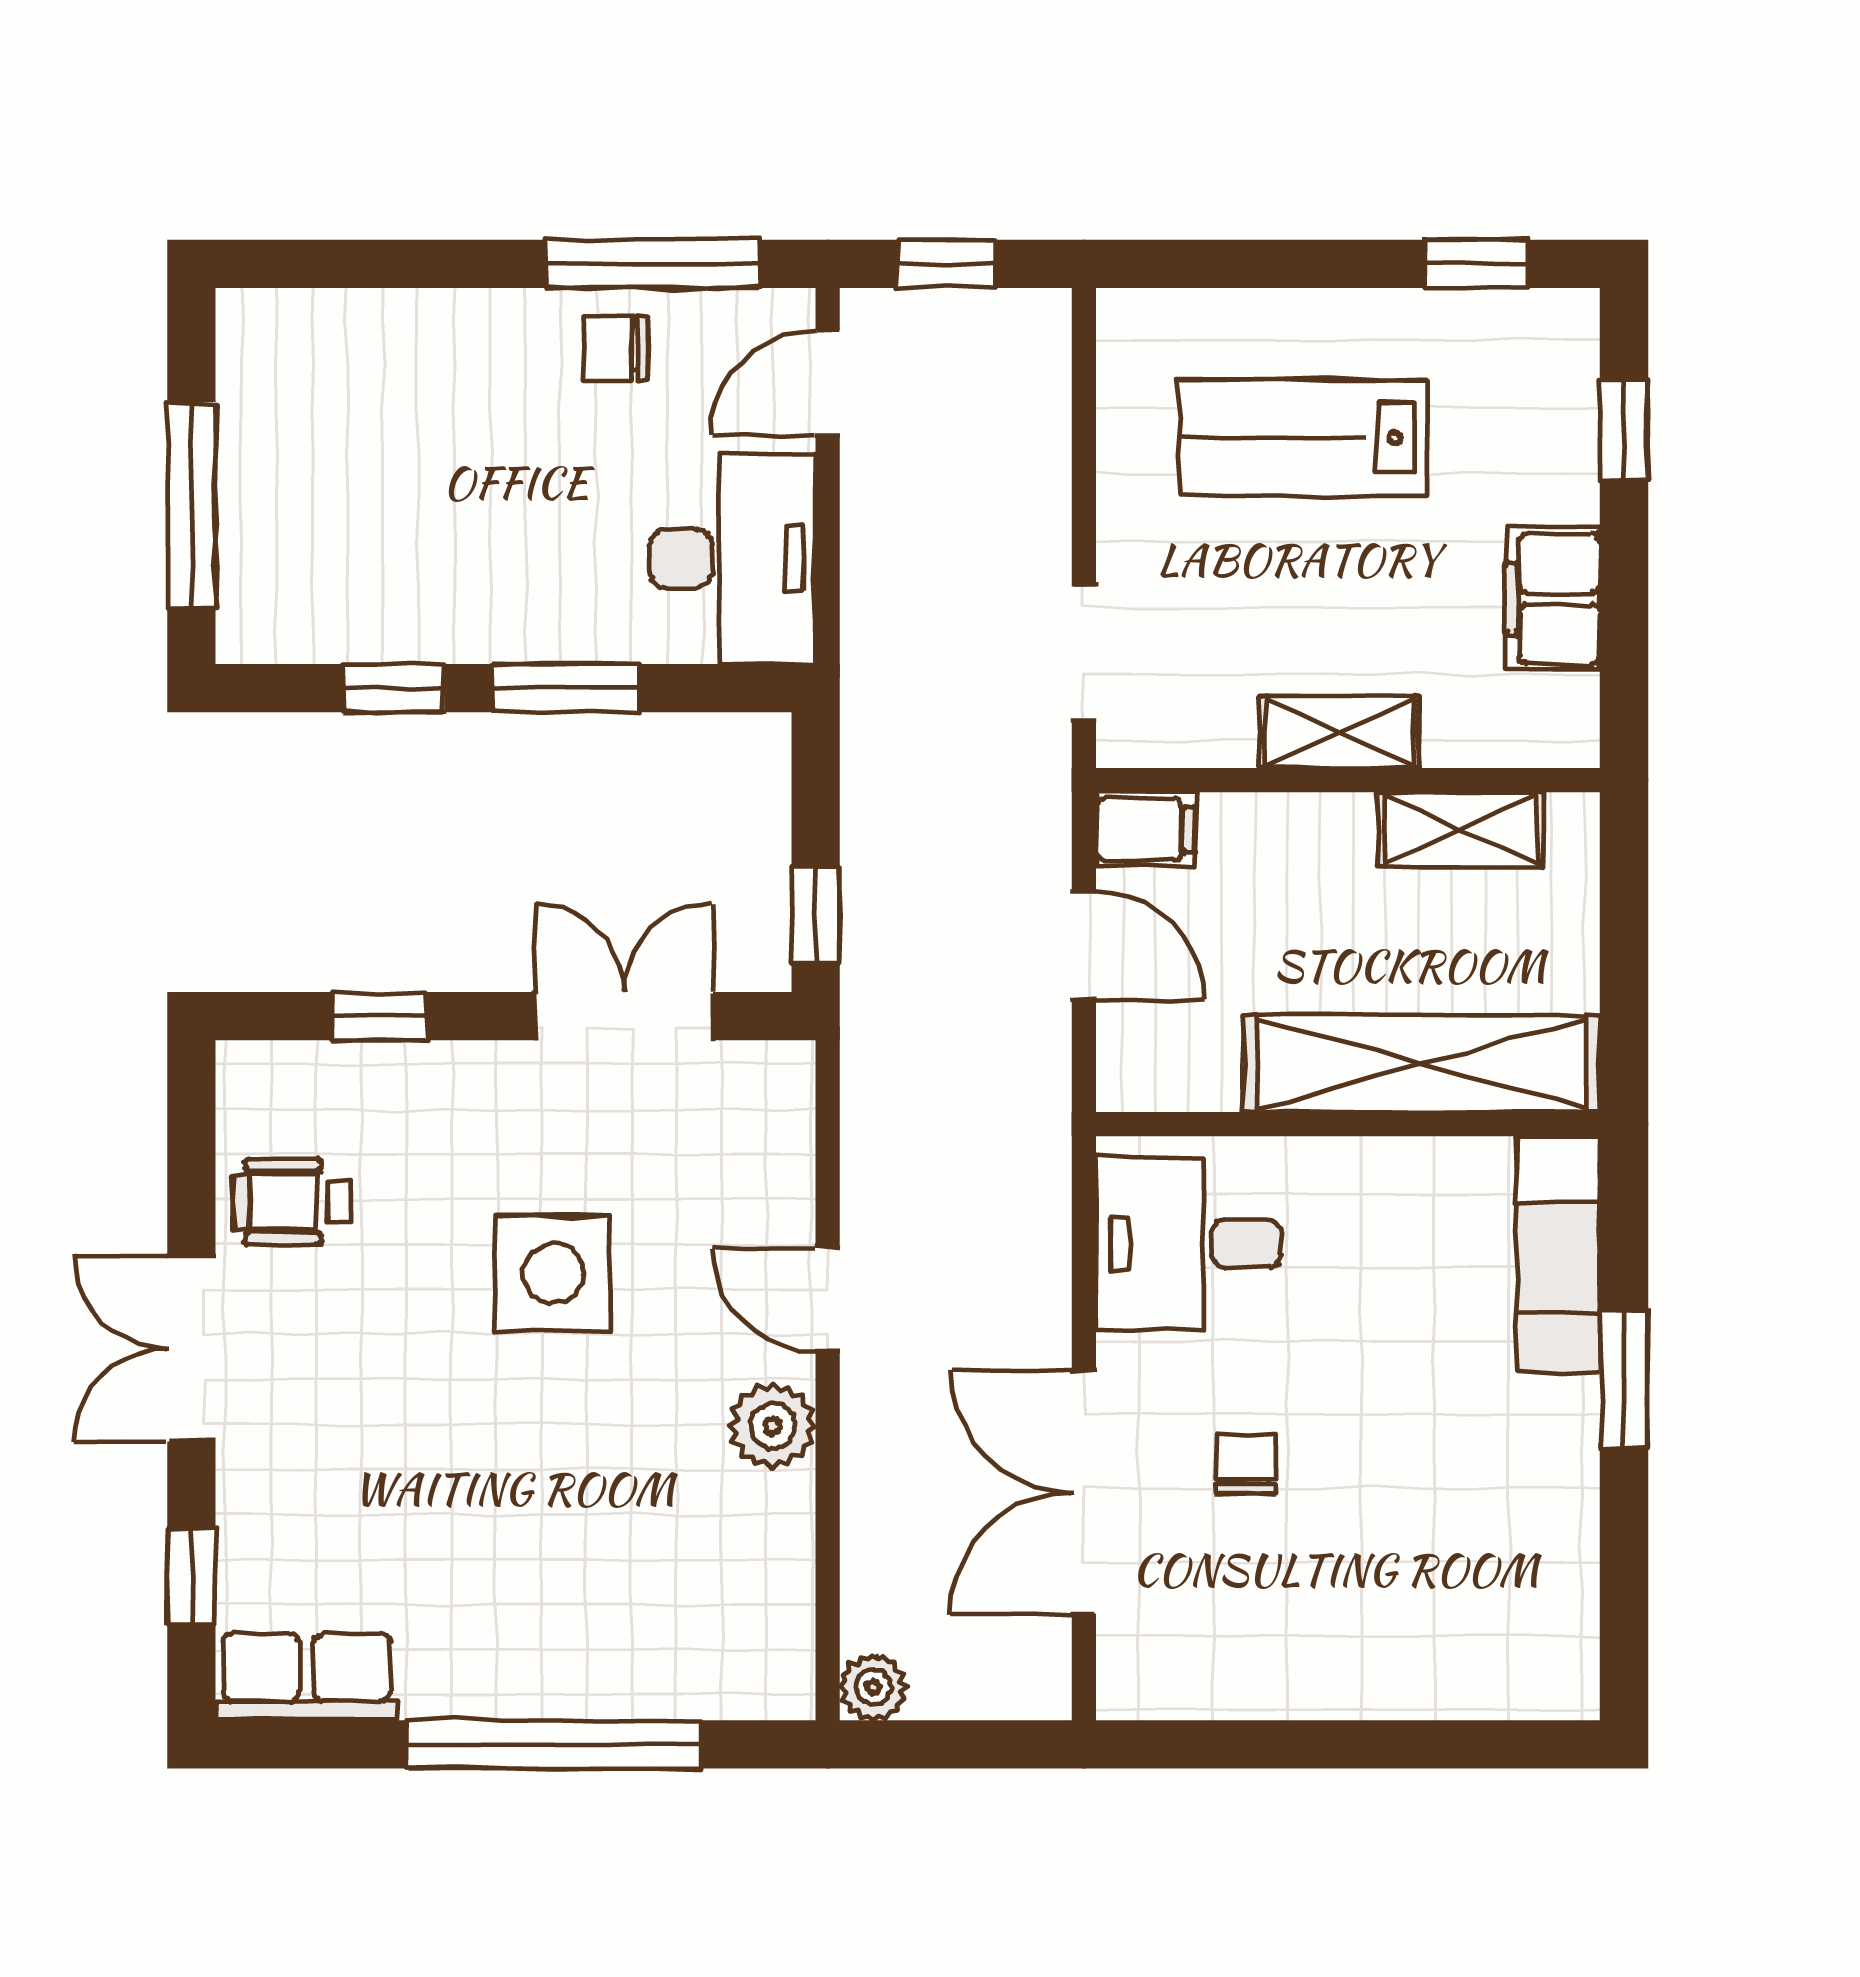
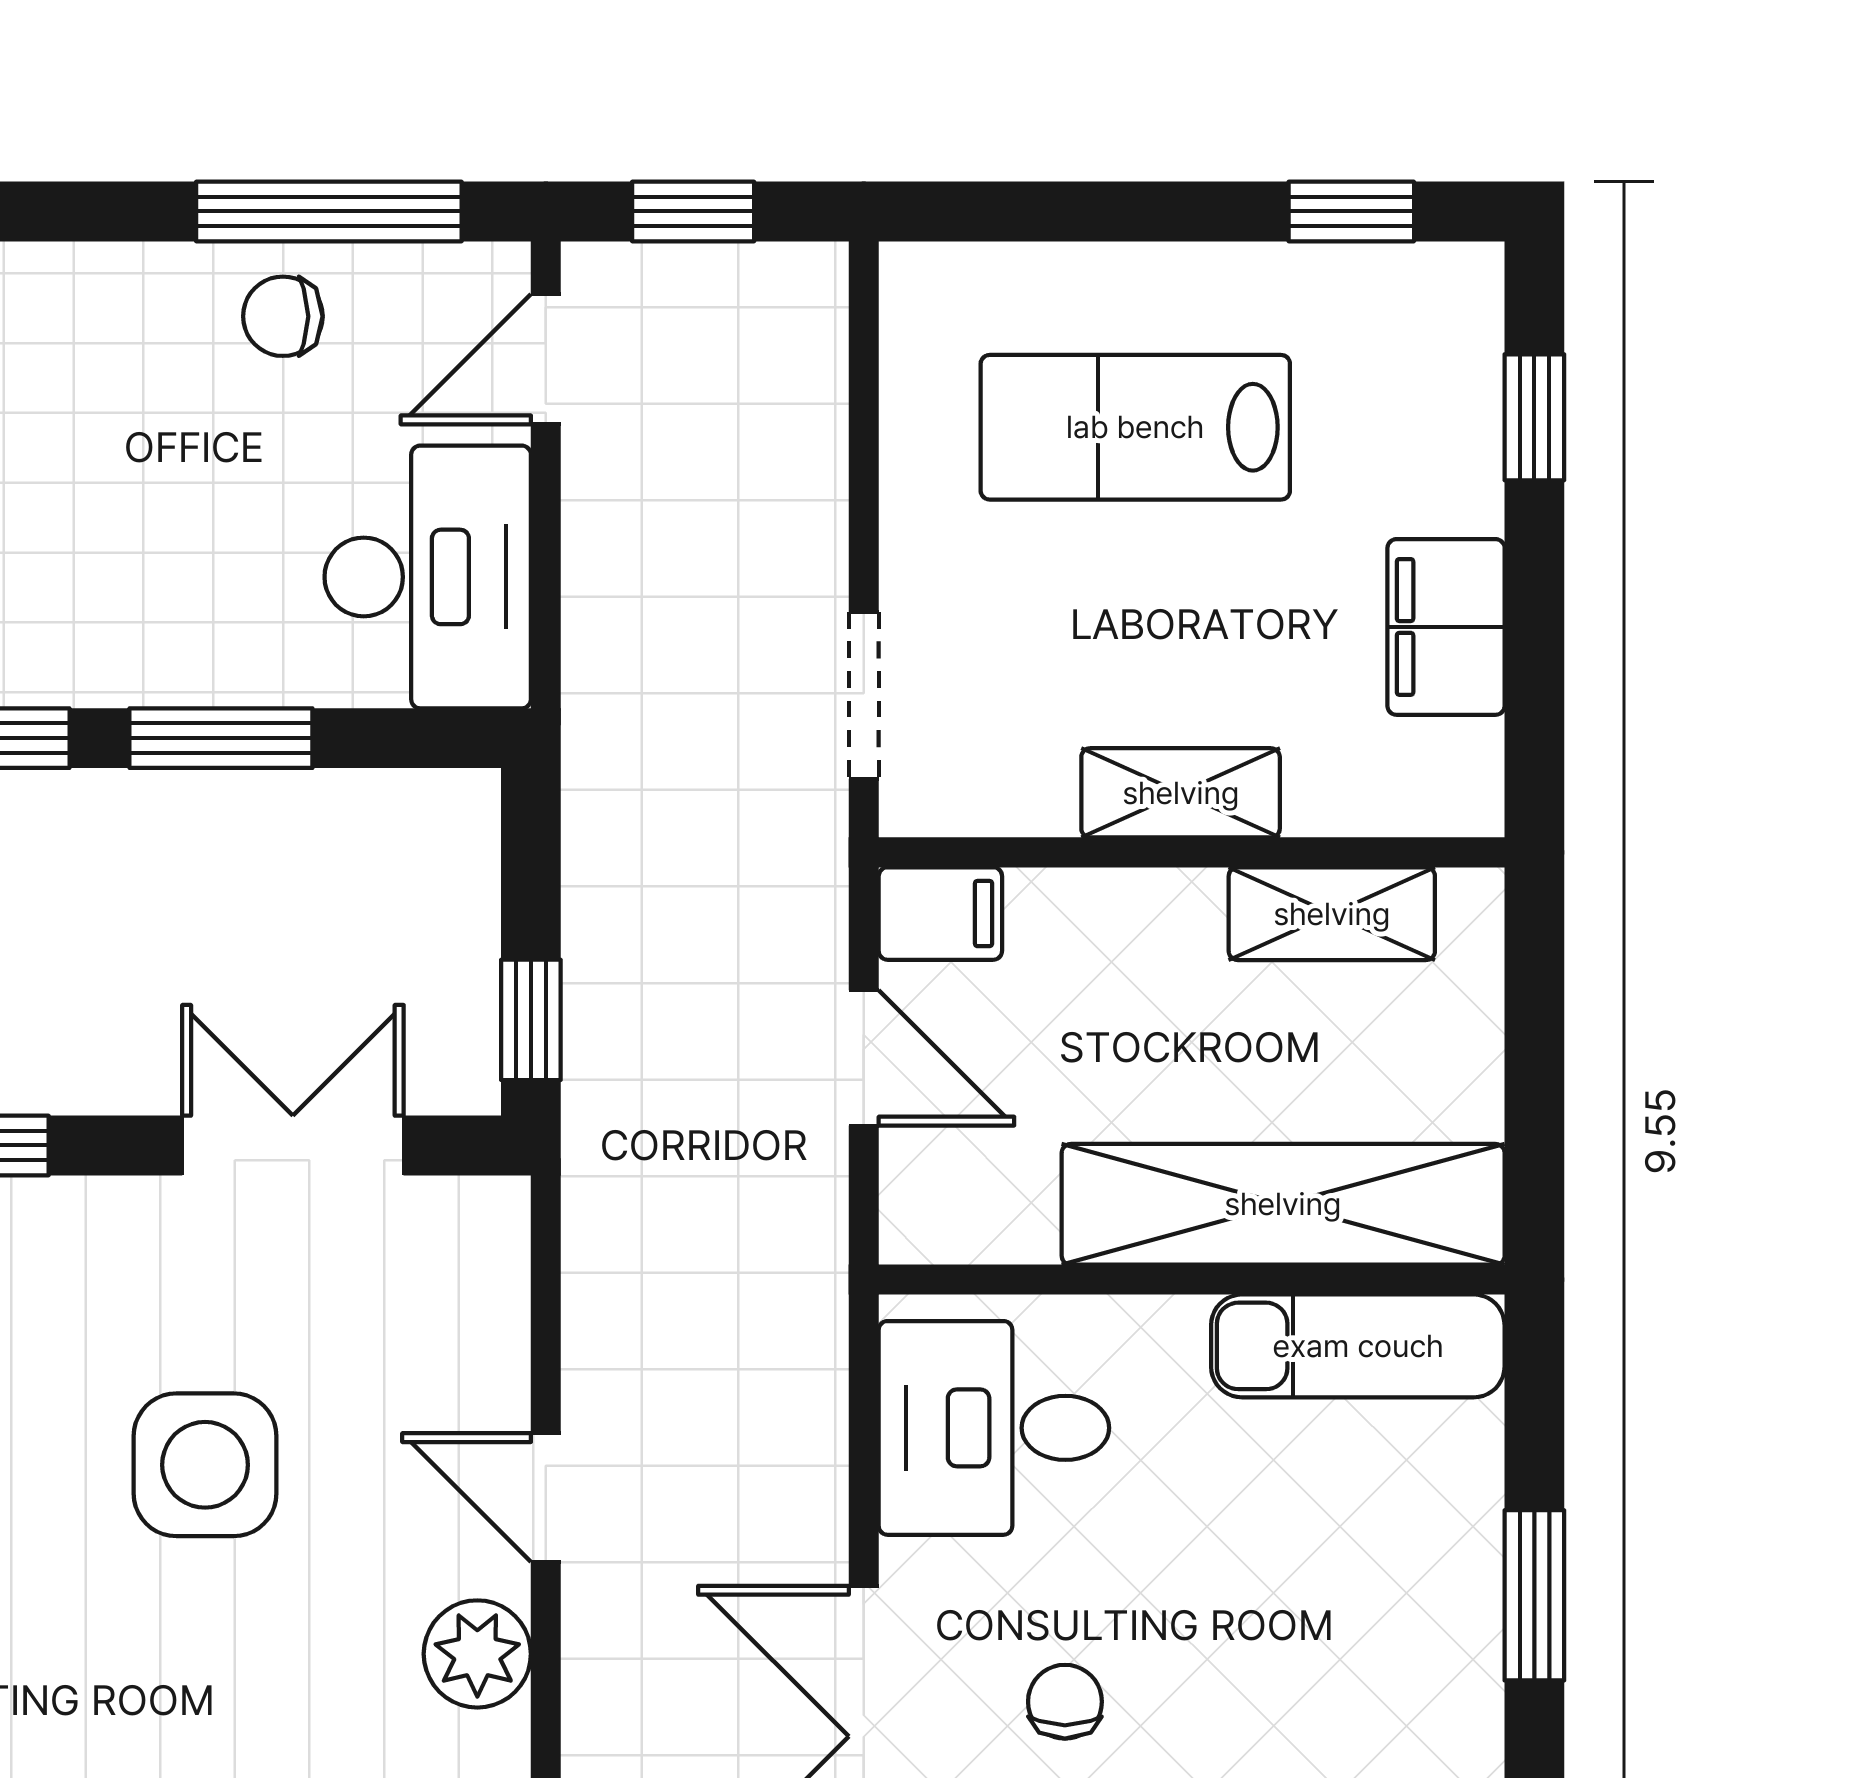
exam couch: (1559, 1254) -> (1358, 1346), moved, turned -90

